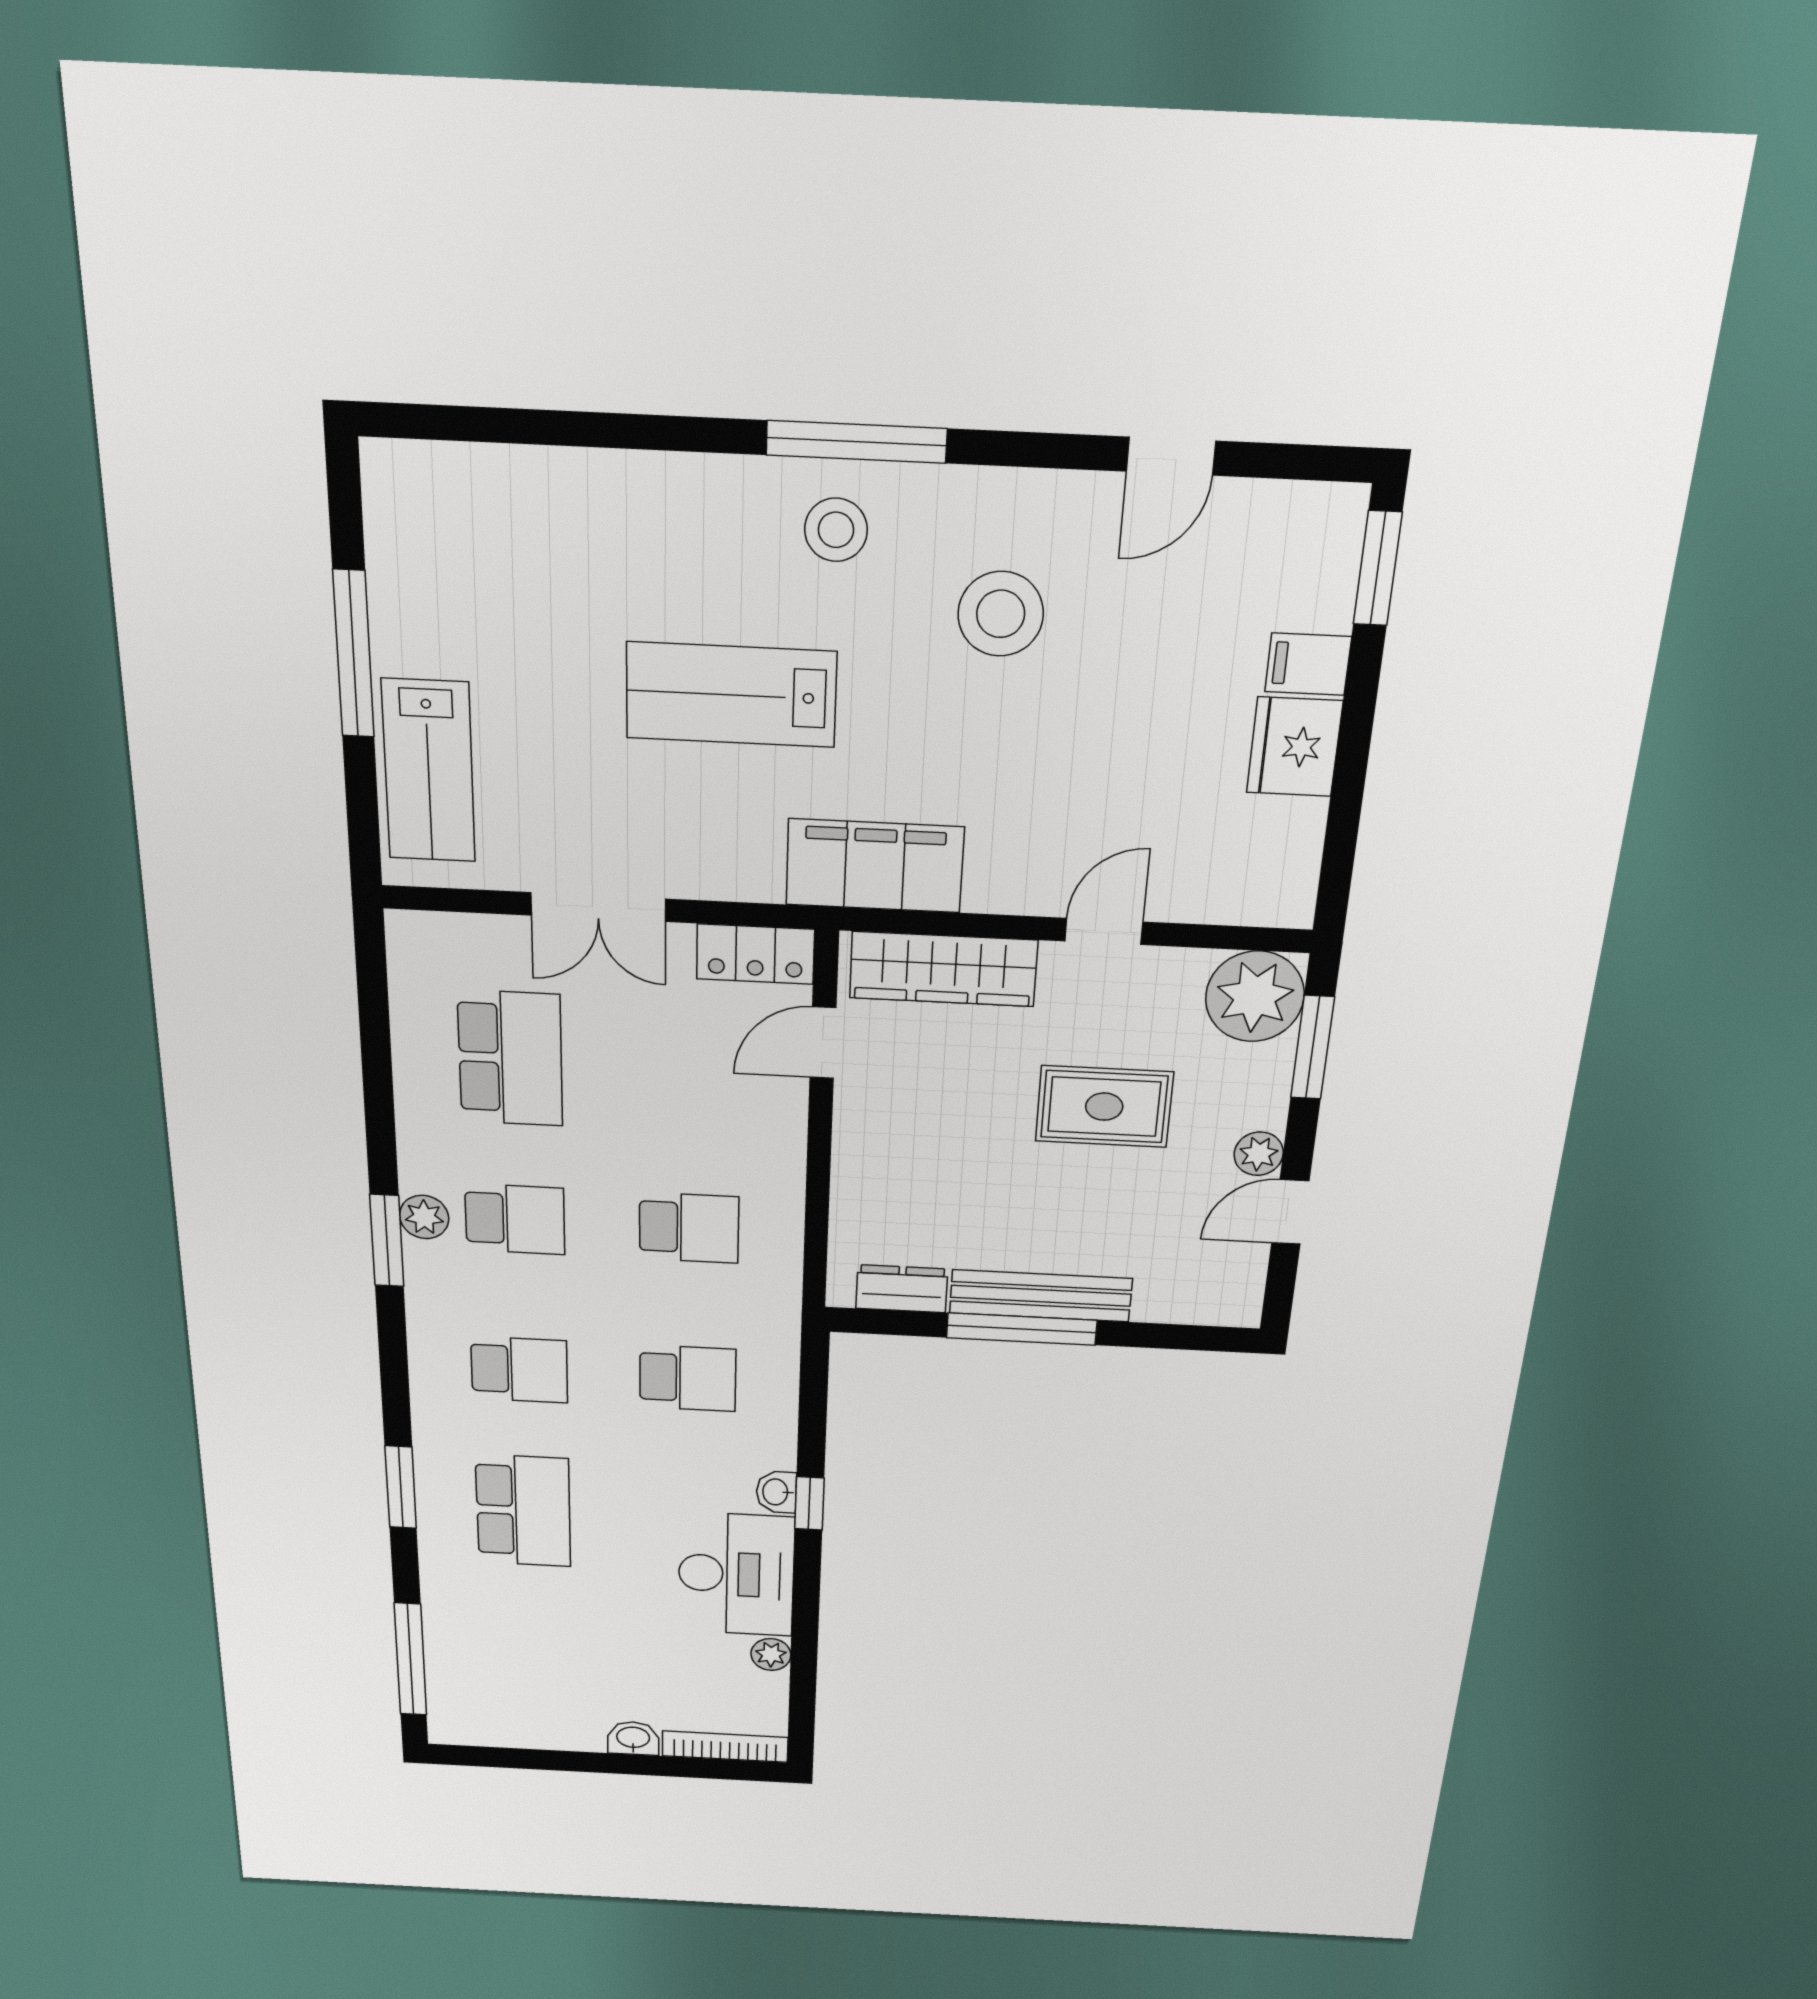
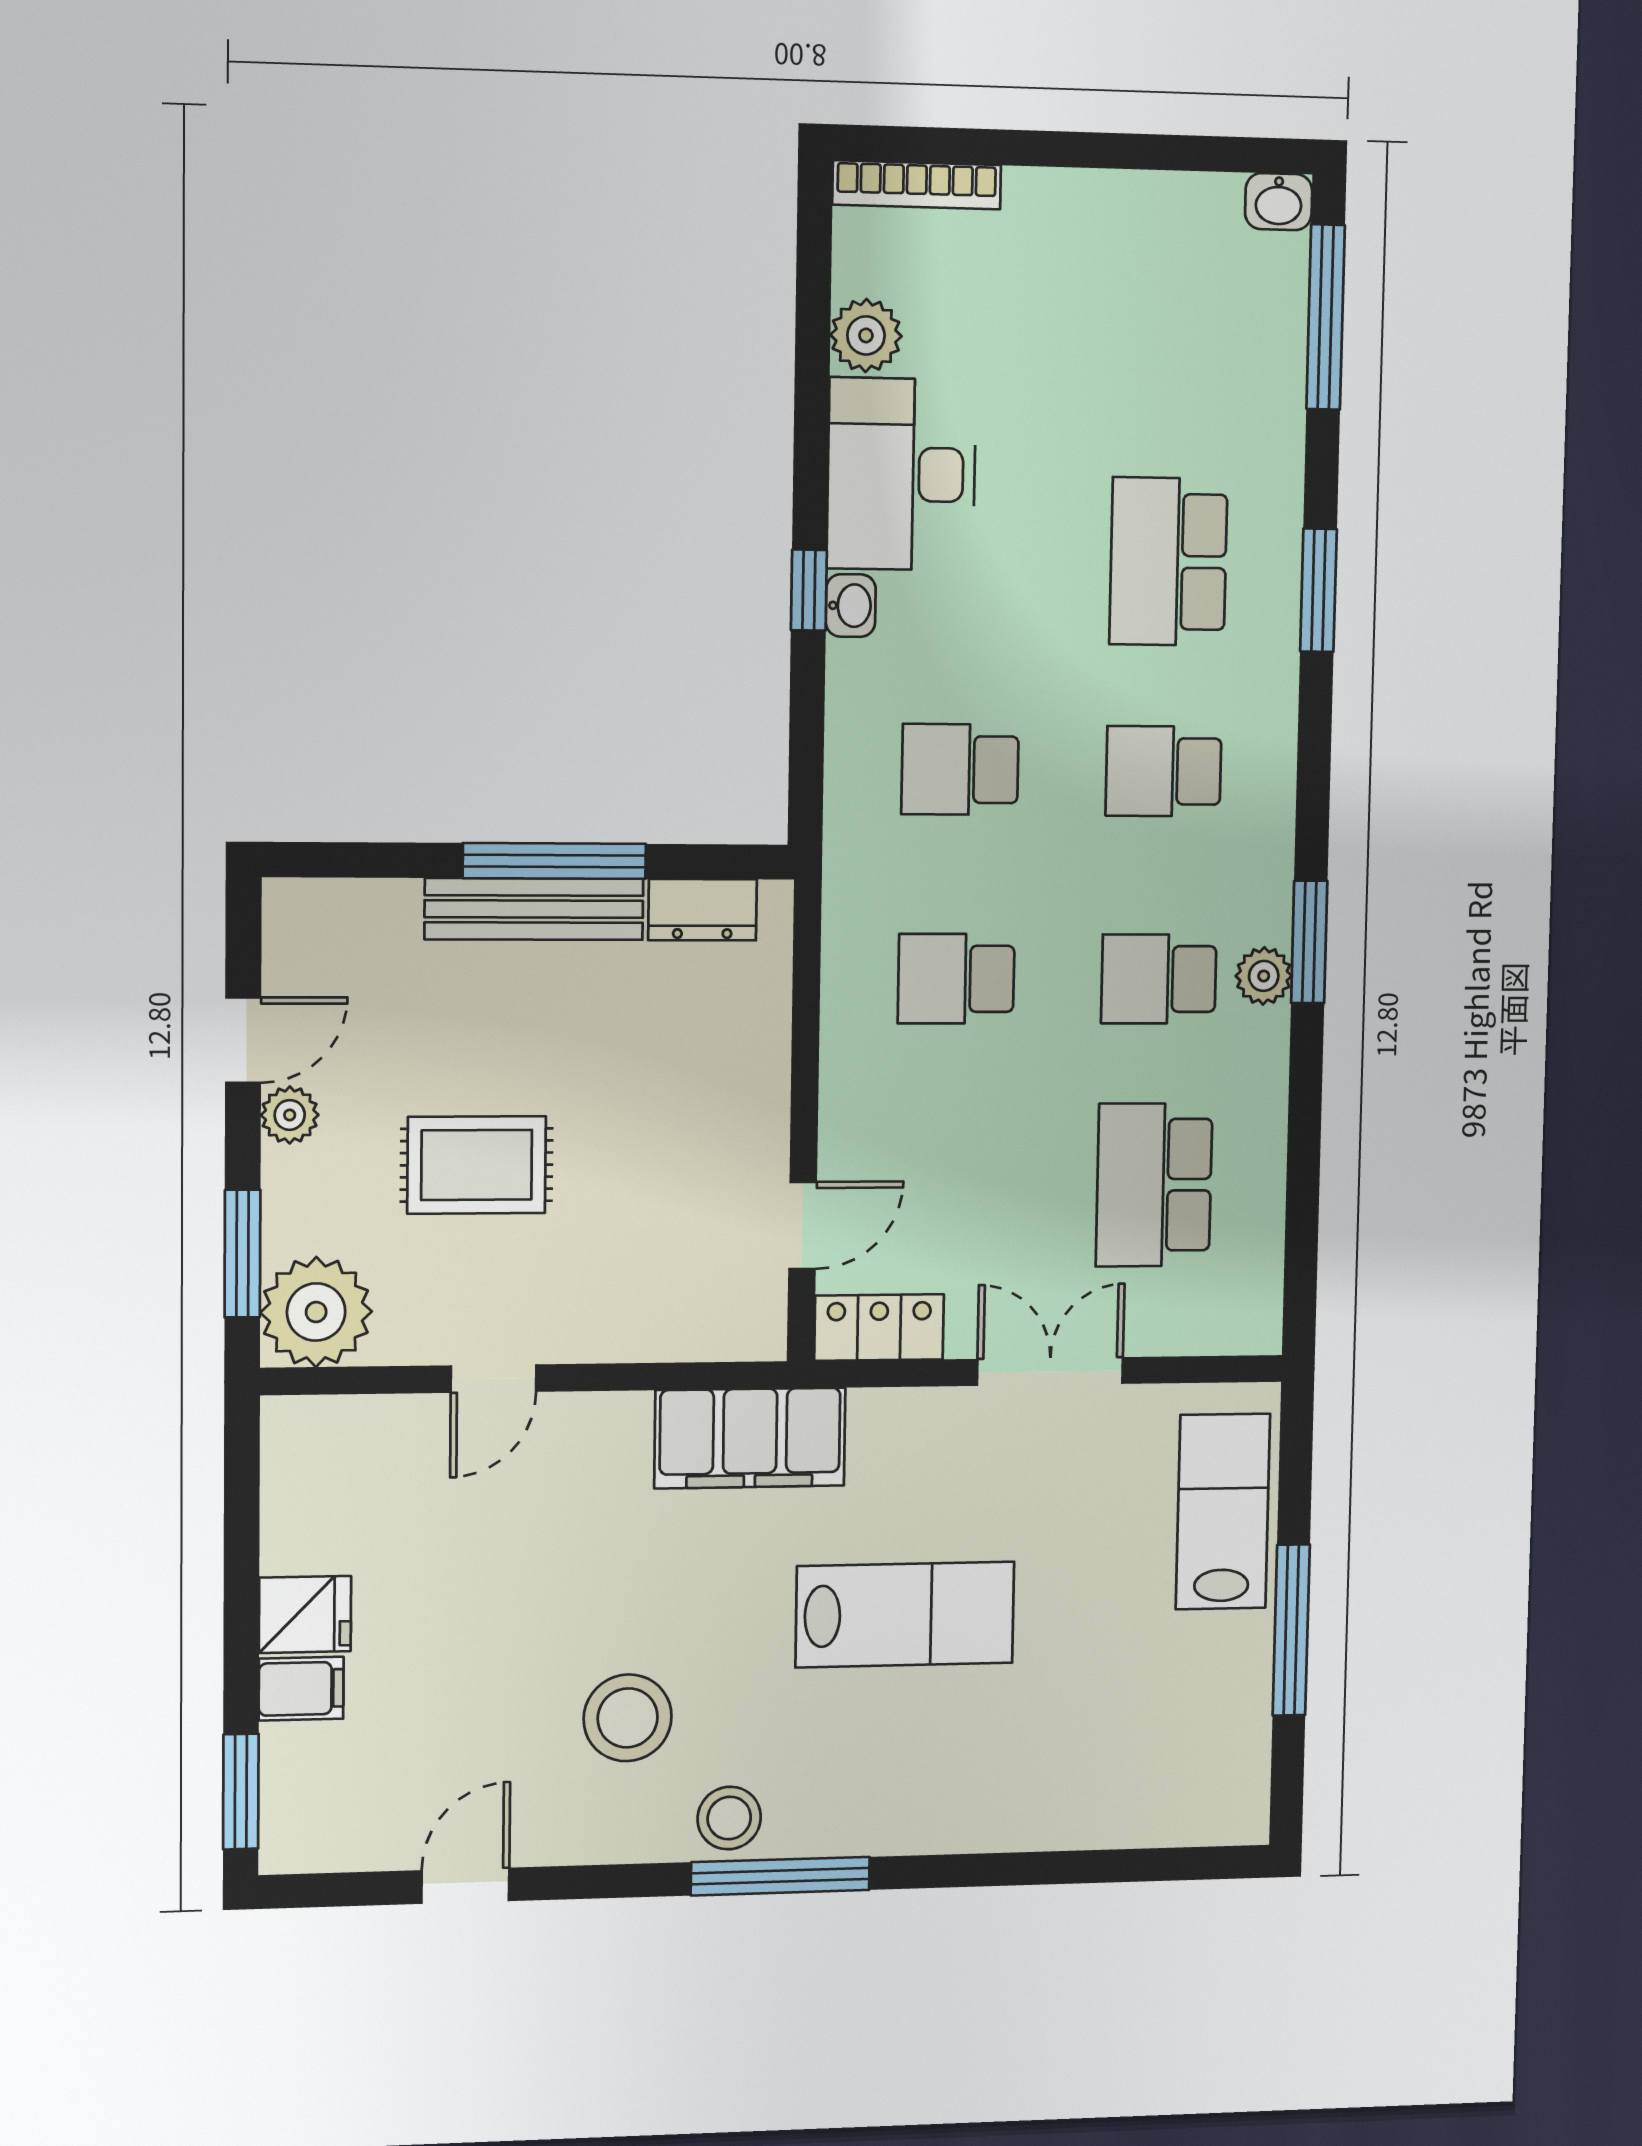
stool: (836, 530) -> (729, 1818), moved
fridge: (1295, 747) -> (305, 1615), width x0.72
wardrobe: (943, 969) -> (670, 1323), removed
plant: (771, 1654) -> (866, 335), width x1.38, depth x1.38
washbasin: (633, 1738) -> (1279, 202), moved

